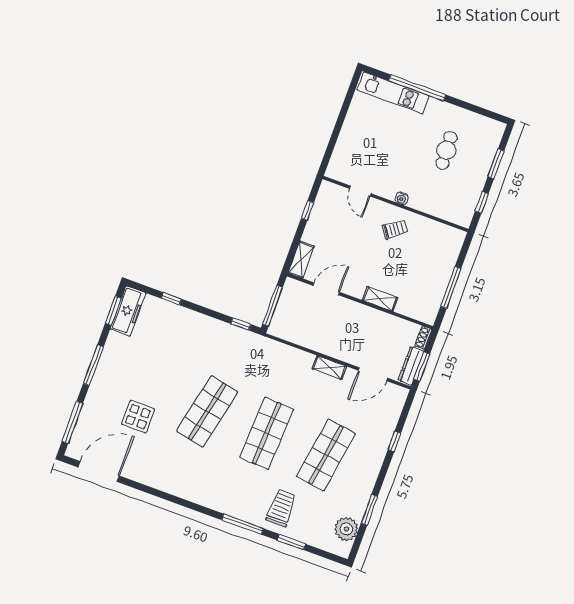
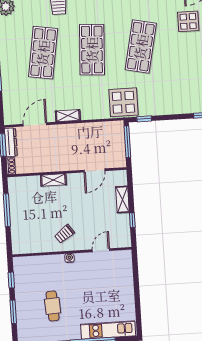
door: (360, 191) -> (101, 250), hinge flipped
shelving: (301, 260) -> (122, 199), moved
display table: (257, 355) -> (123, 102), added

